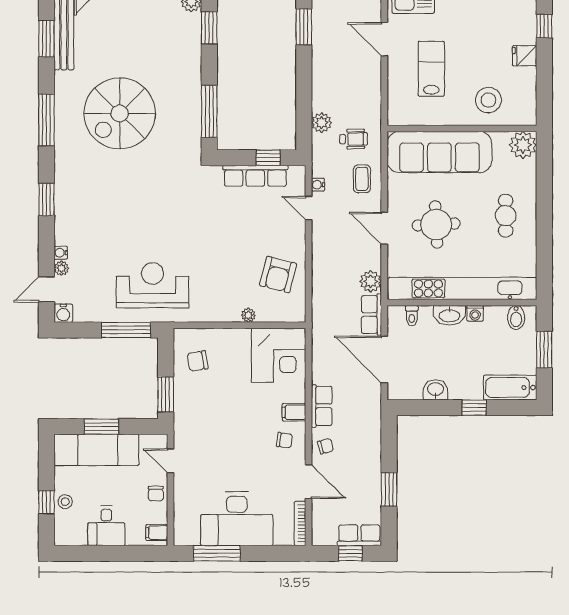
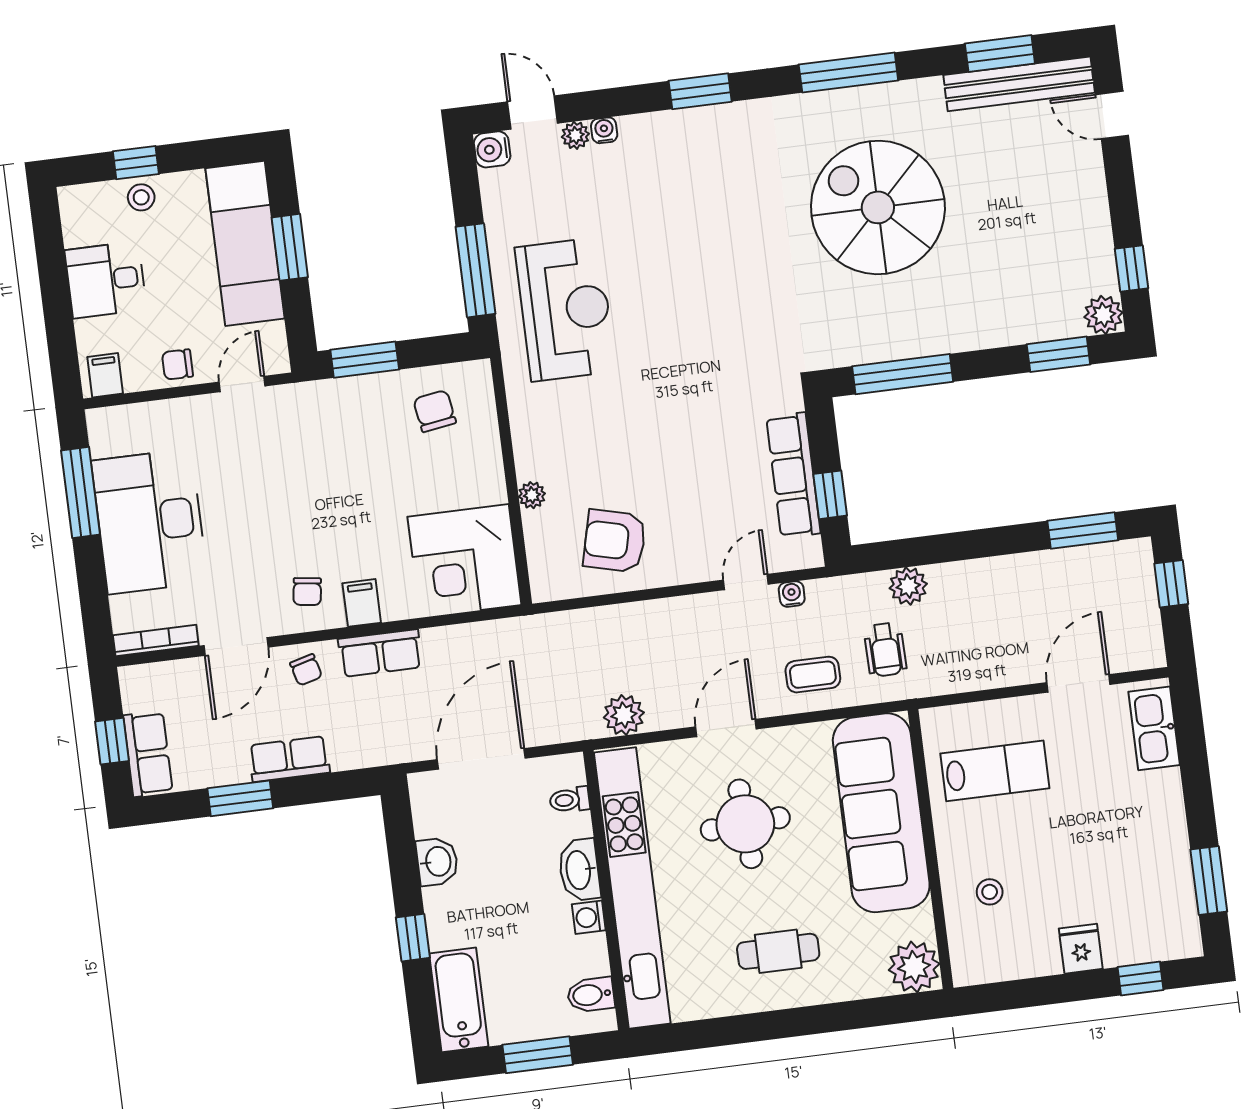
lab bench: (431, 69) -> (995, 771), moved
stool: (488, 100) -> (990, 892), width x0.53, depth x0.53
row of seats: (372, 314) -> (289, 759), moved

